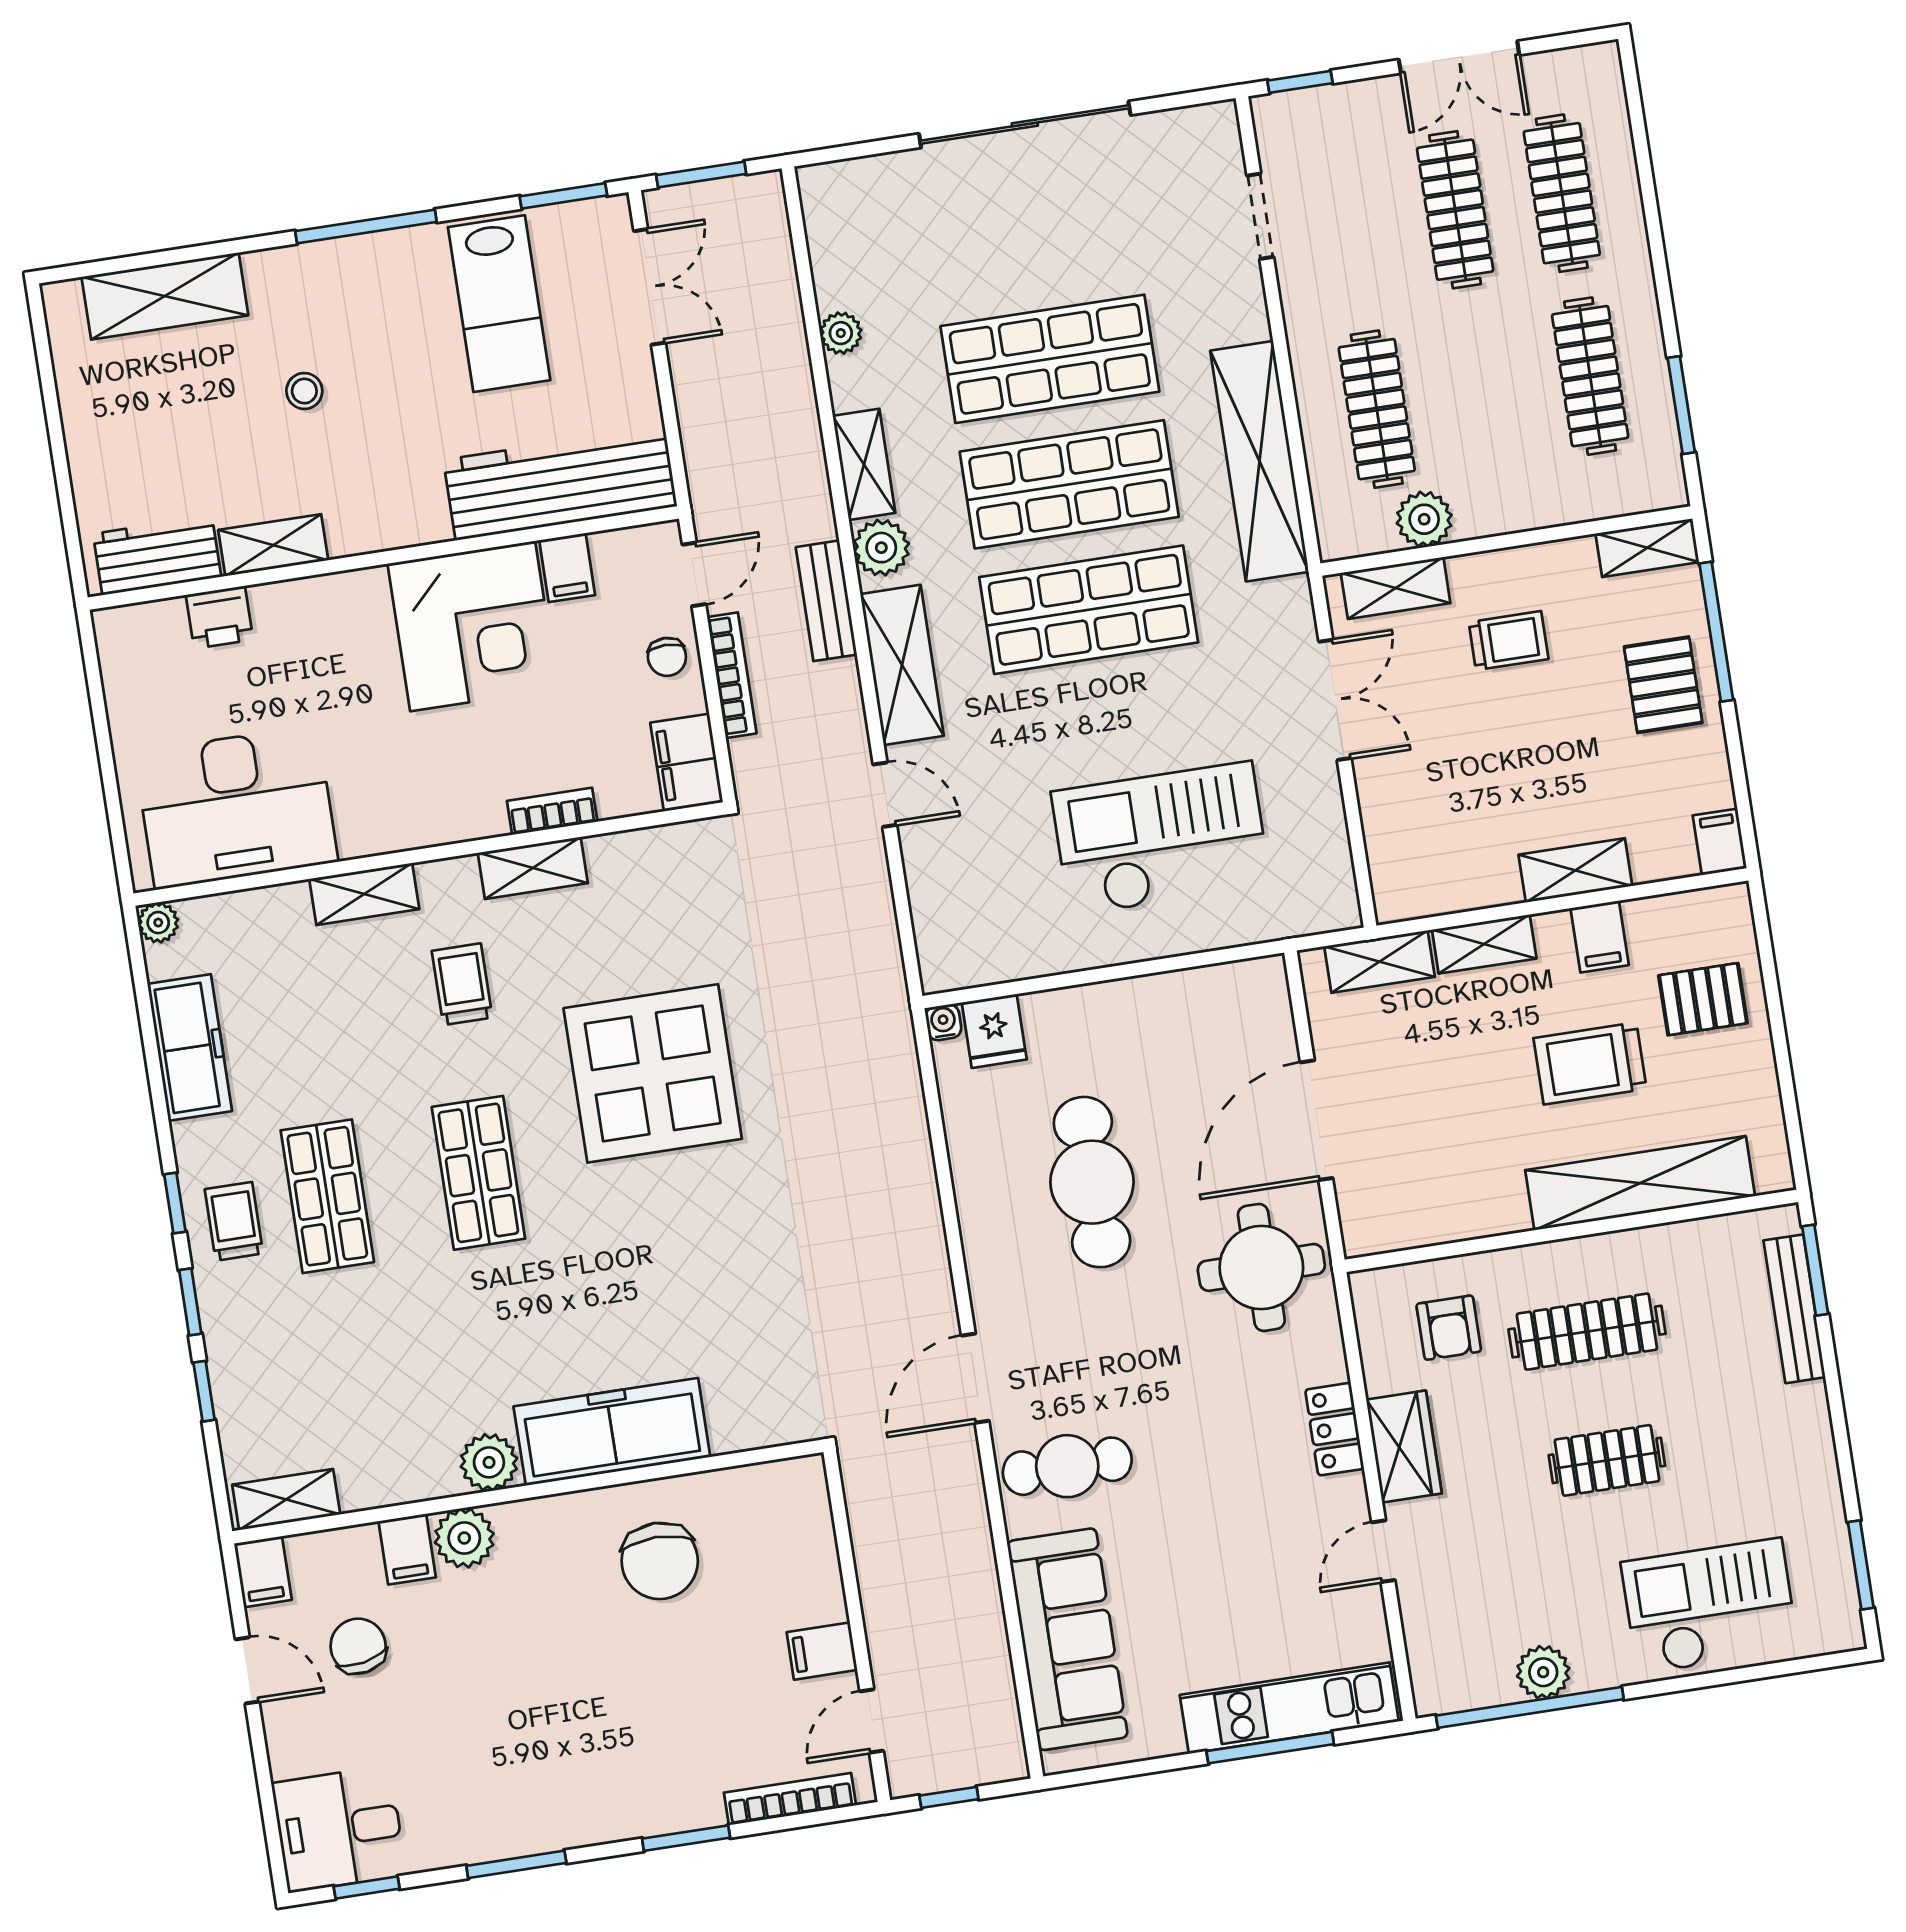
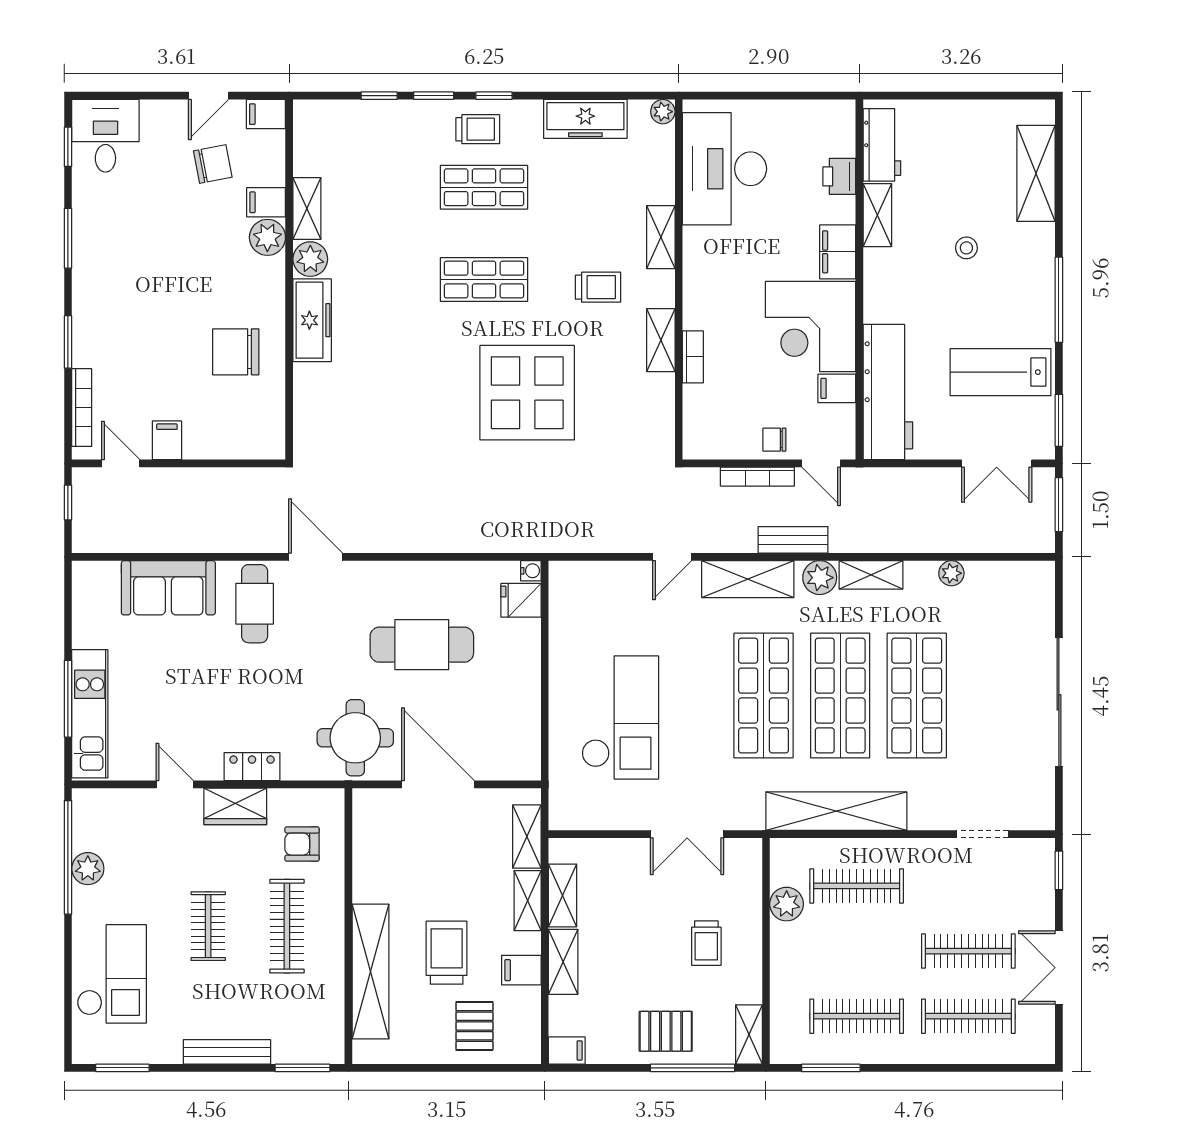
shelving: (1396, 588) -> (563, 895), moved
filing cabinet: (687, 762) -> (838, 252), moved, turned -90
bench: (1794, 1309) -> (227, 1052), moved
freezer: (612, 1432) -> (312, 320), width x0.73, depth x0.79
shelving: (286, 1499) -> (307, 208), moved
sofa: (1067, 1639) -> (168, 588), width x0.73

